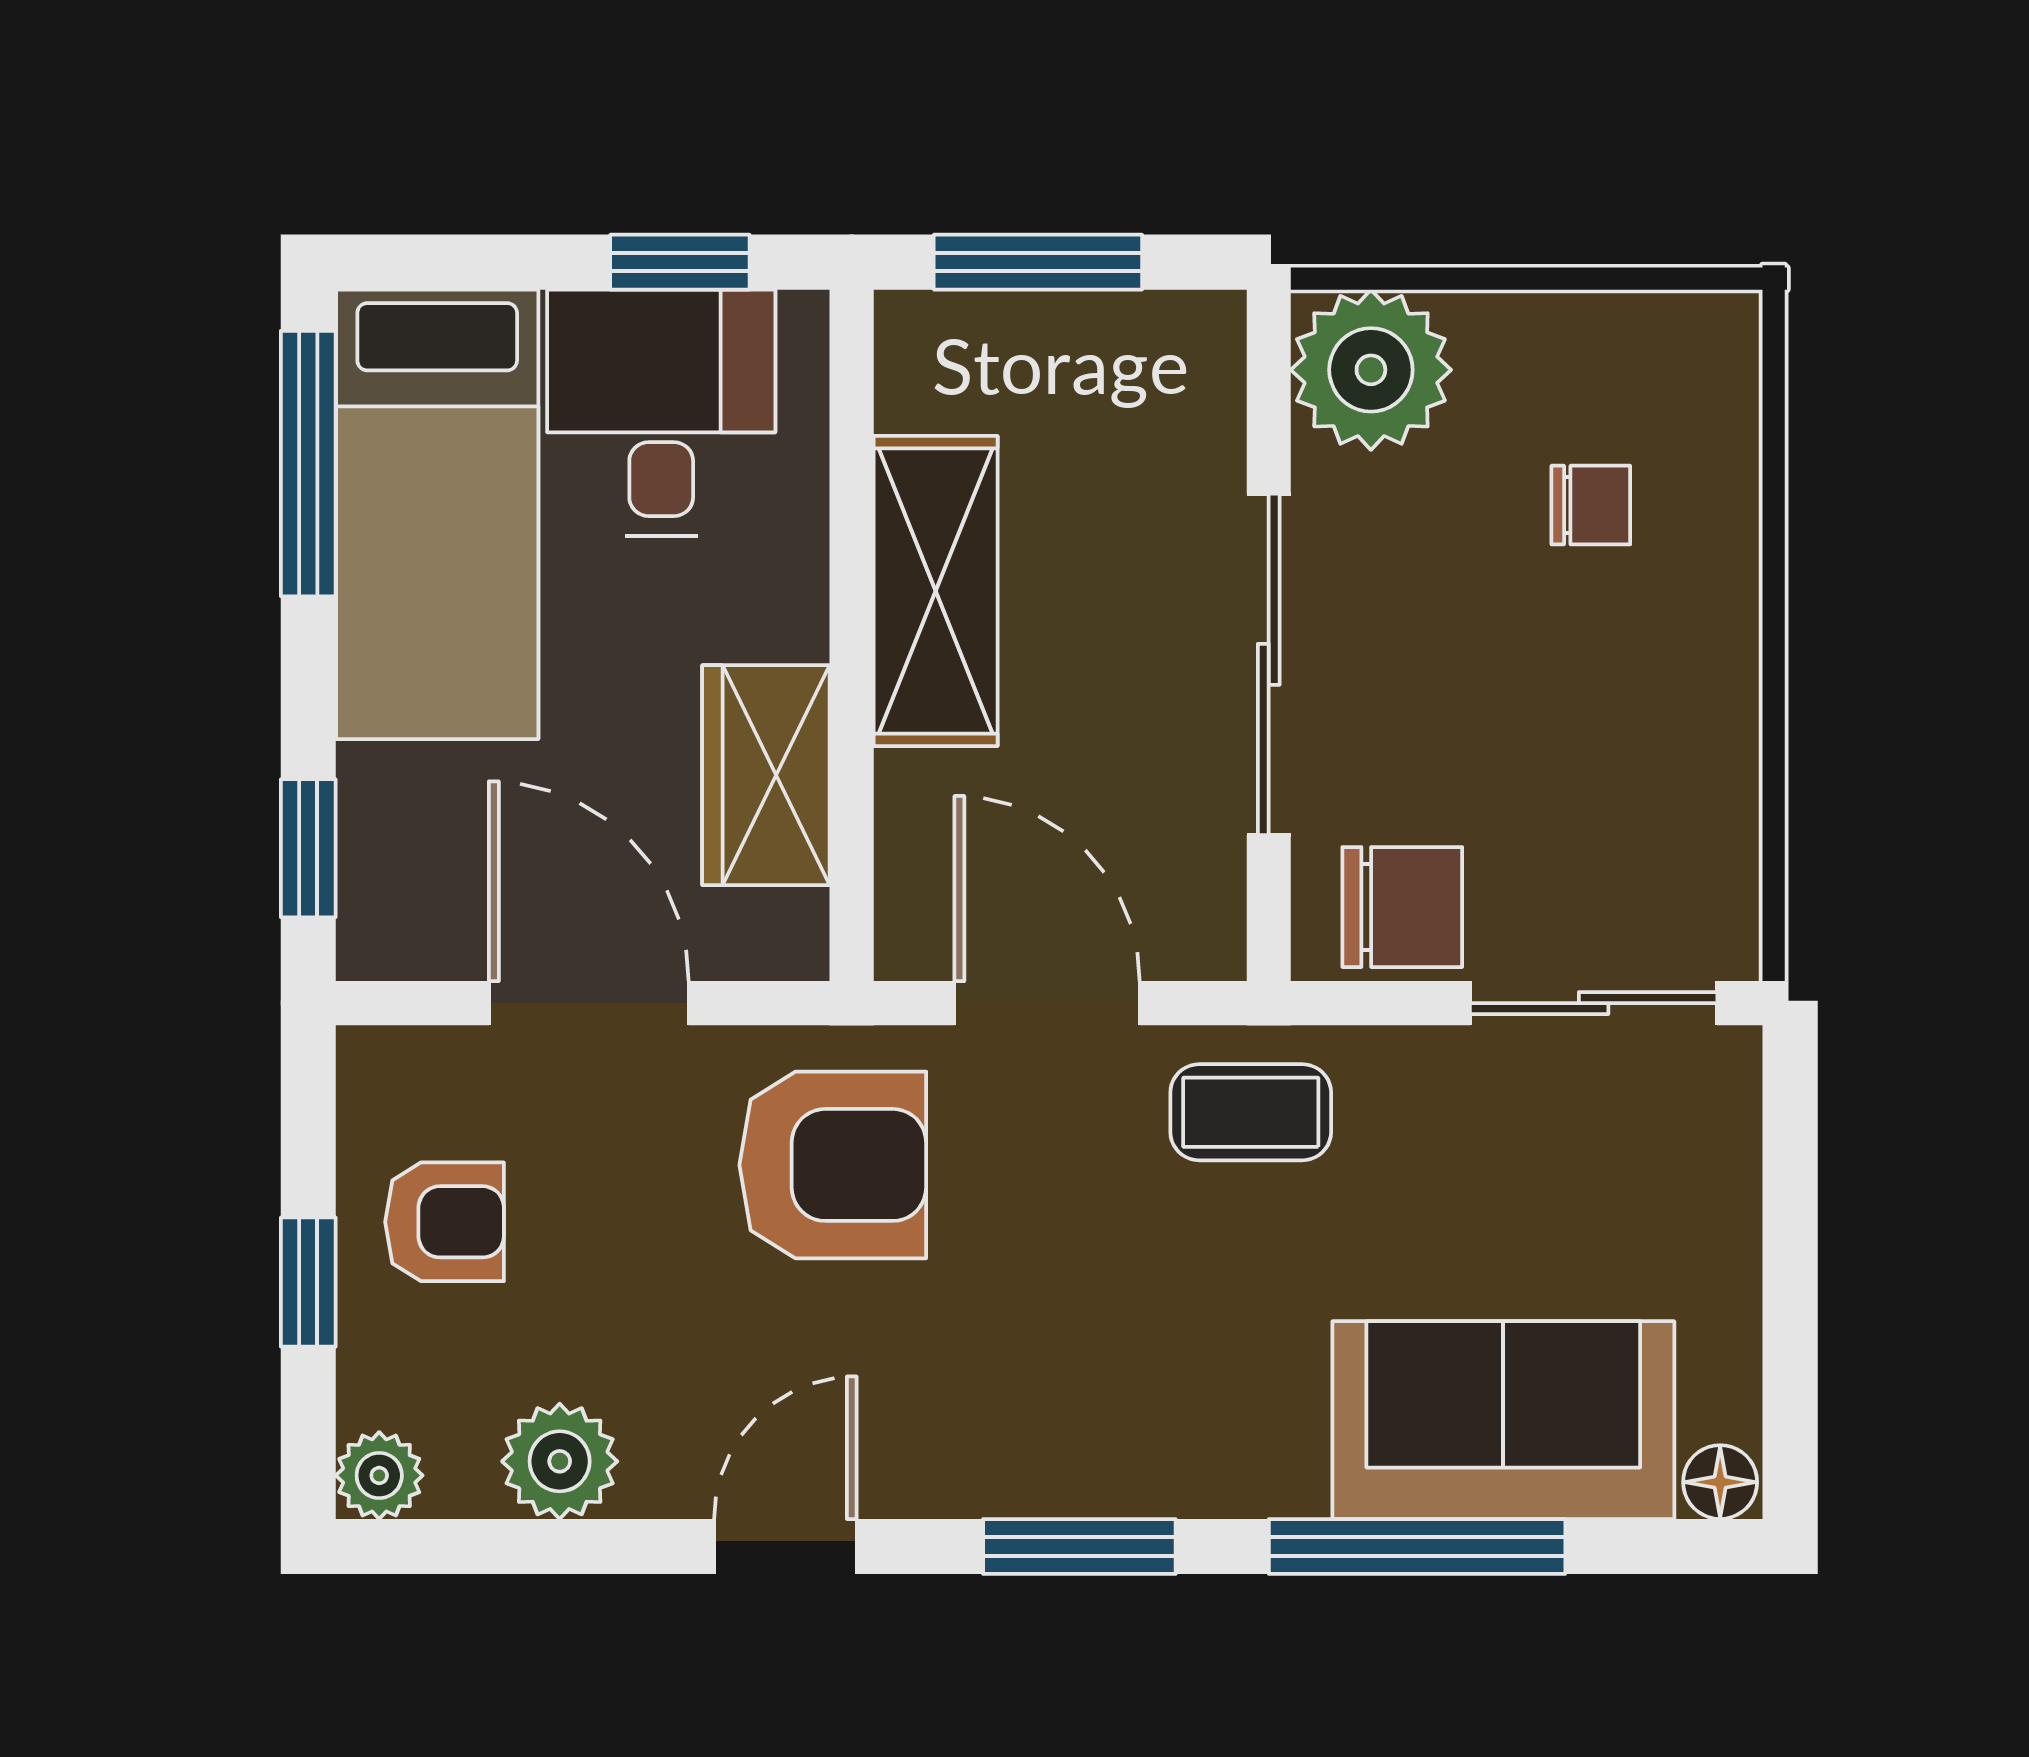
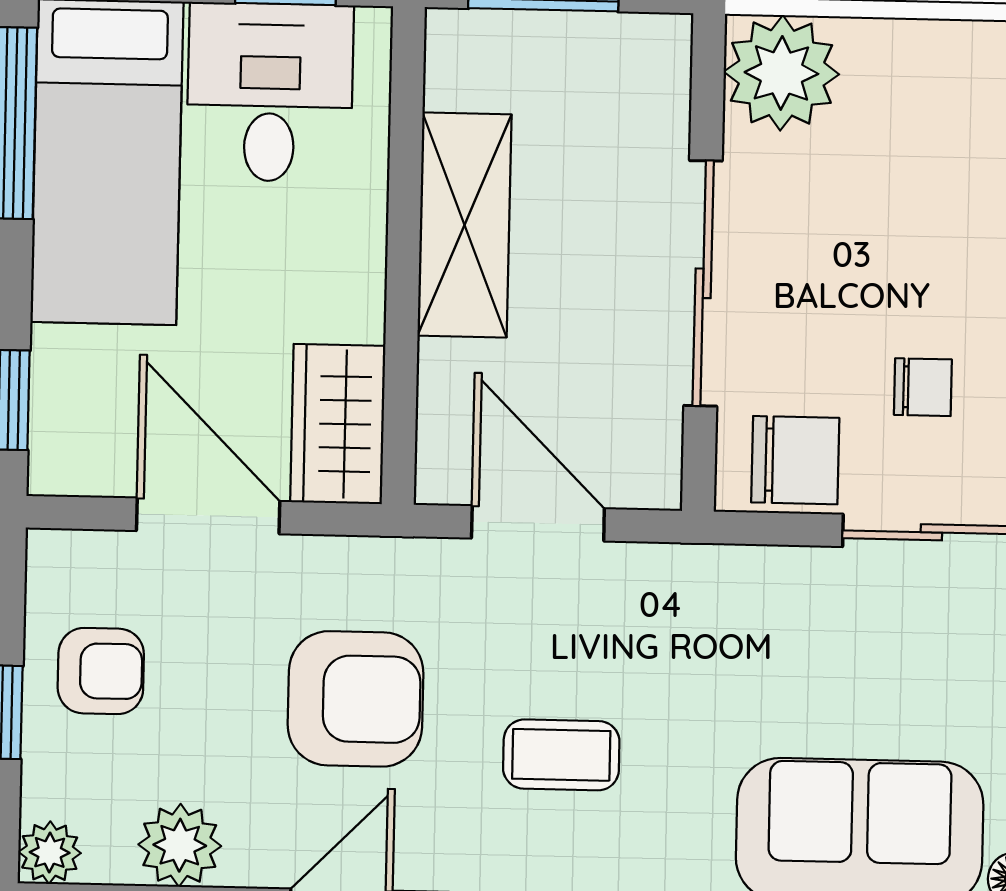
chair: (1591, 505) -> (923, 387), moved
wardrobe: (766, 775) -> (338, 424), moved
coffee table: (1251, 1112) -> (561, 755), moved
armchair: (833, 1165) -> (355, 699), moved

